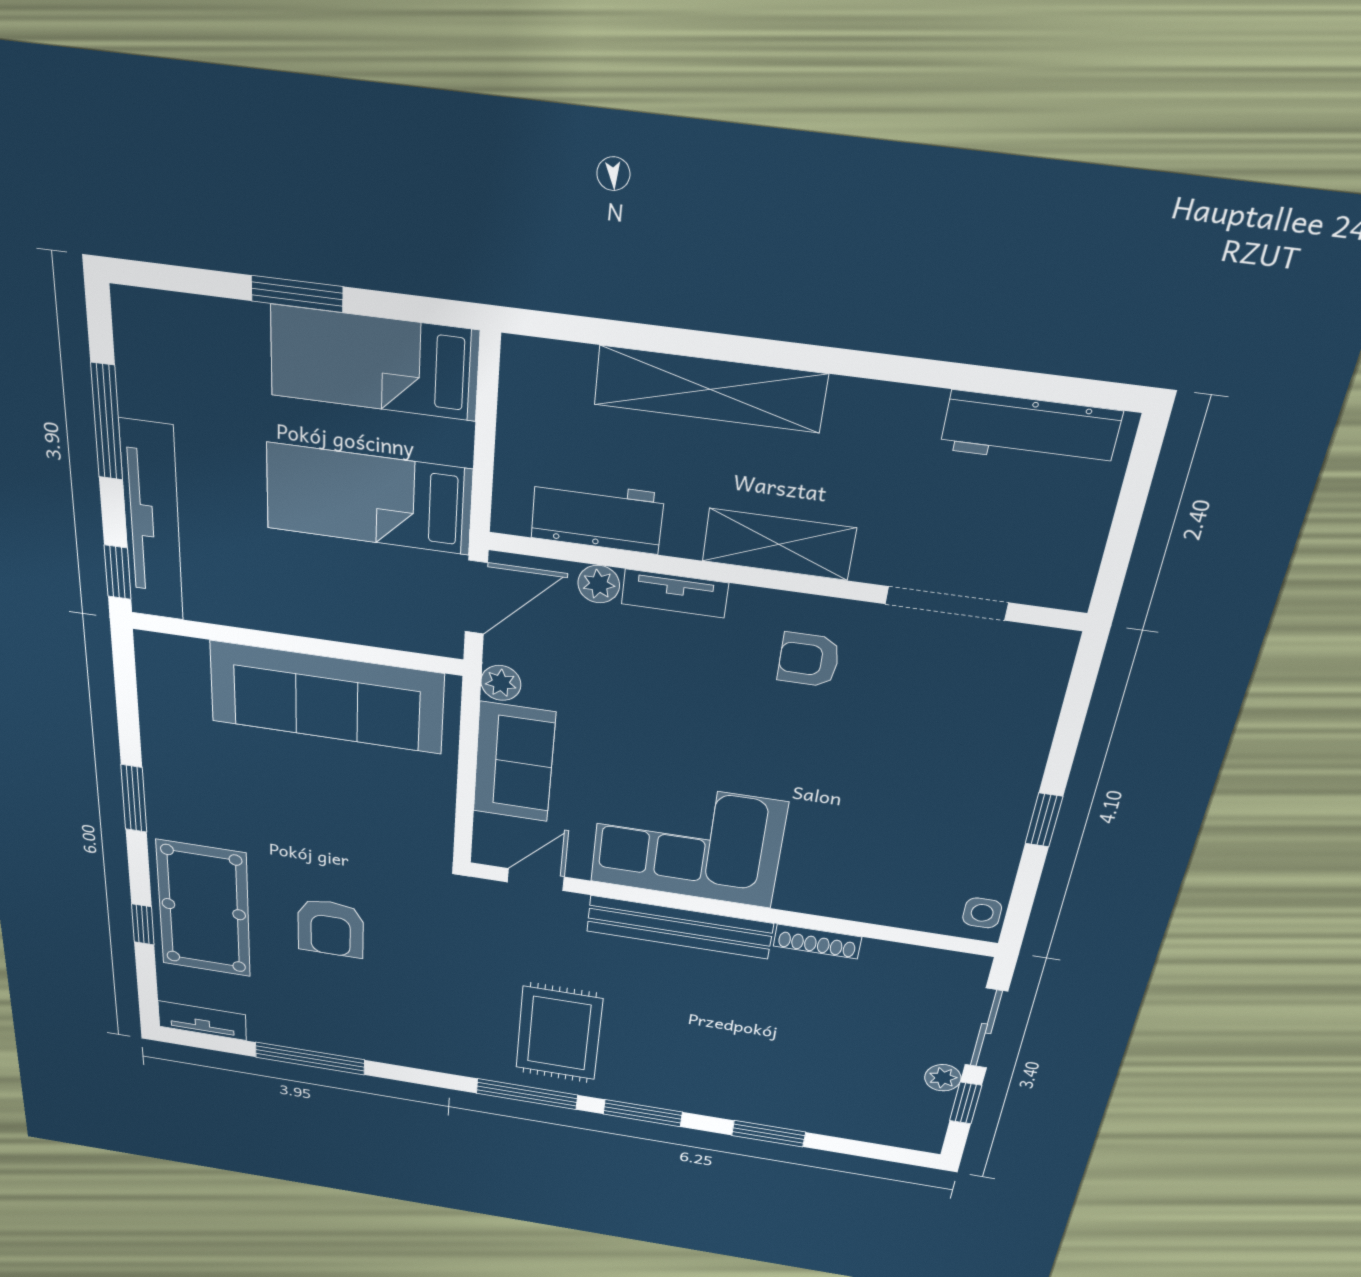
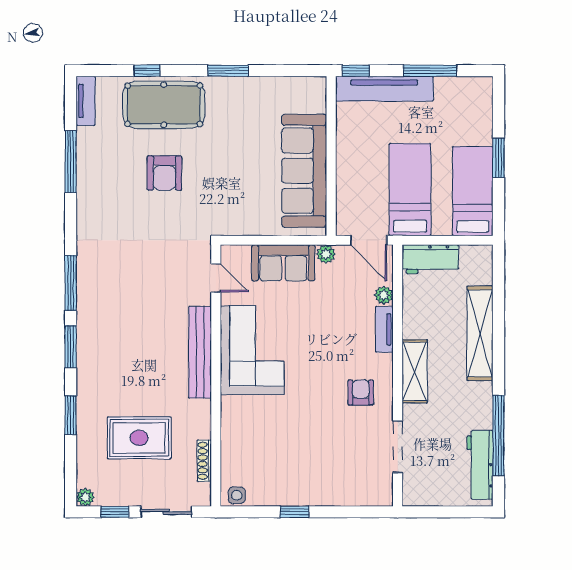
window: (967, 378) -> (498, 436), added
workbench: (597, 516) -> (430, 259), moved, turned 90
armchair: (331, 928) -> (164, 173), turned -90
shoe rack: (817, 942) -> (204, 461), moved
rug: (559, 1033) -> (139, 438), moved
plant: (943, 1078) -> (85, 497), moved

